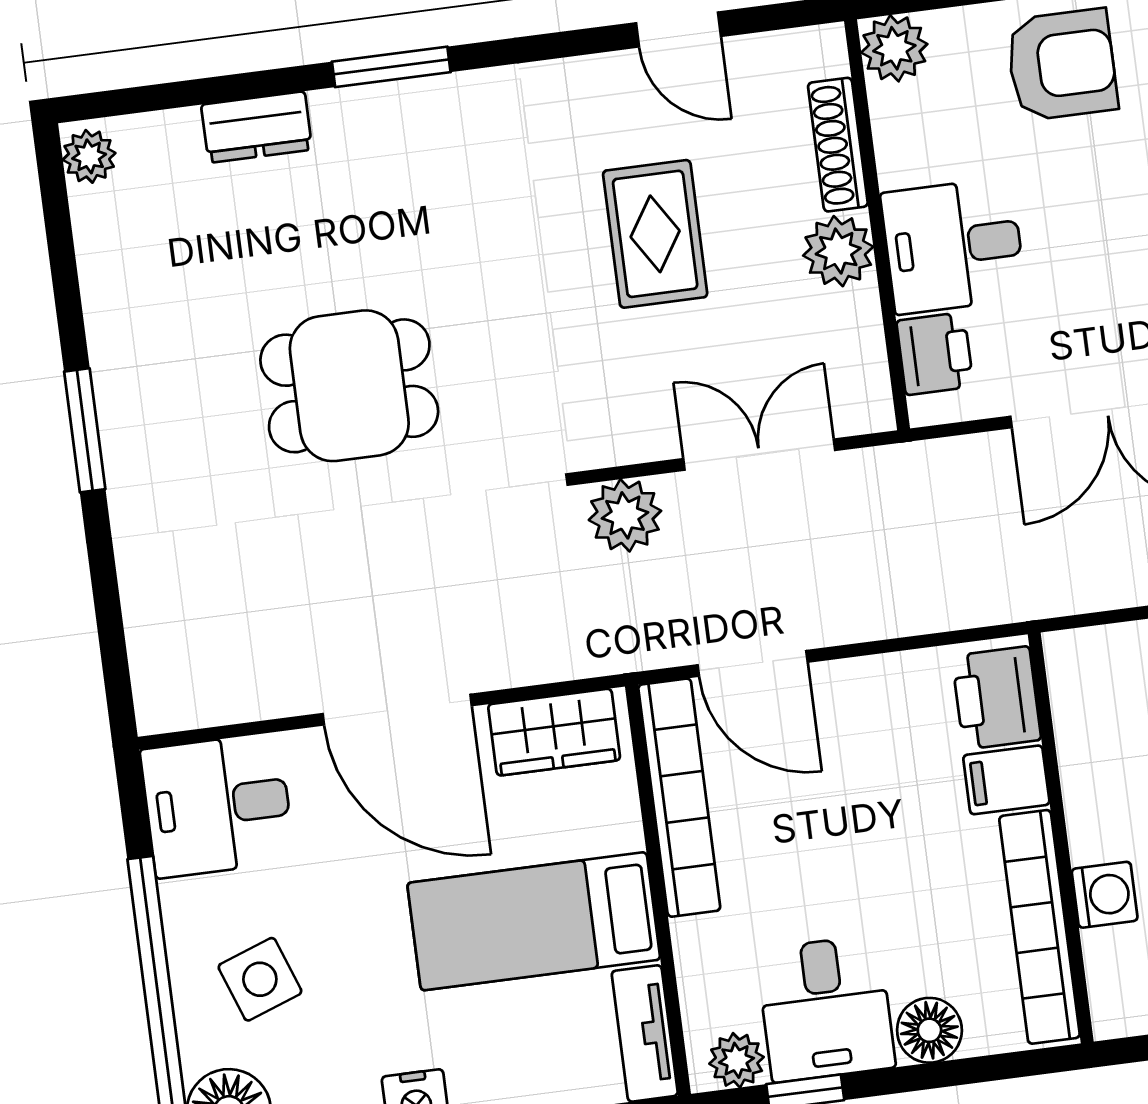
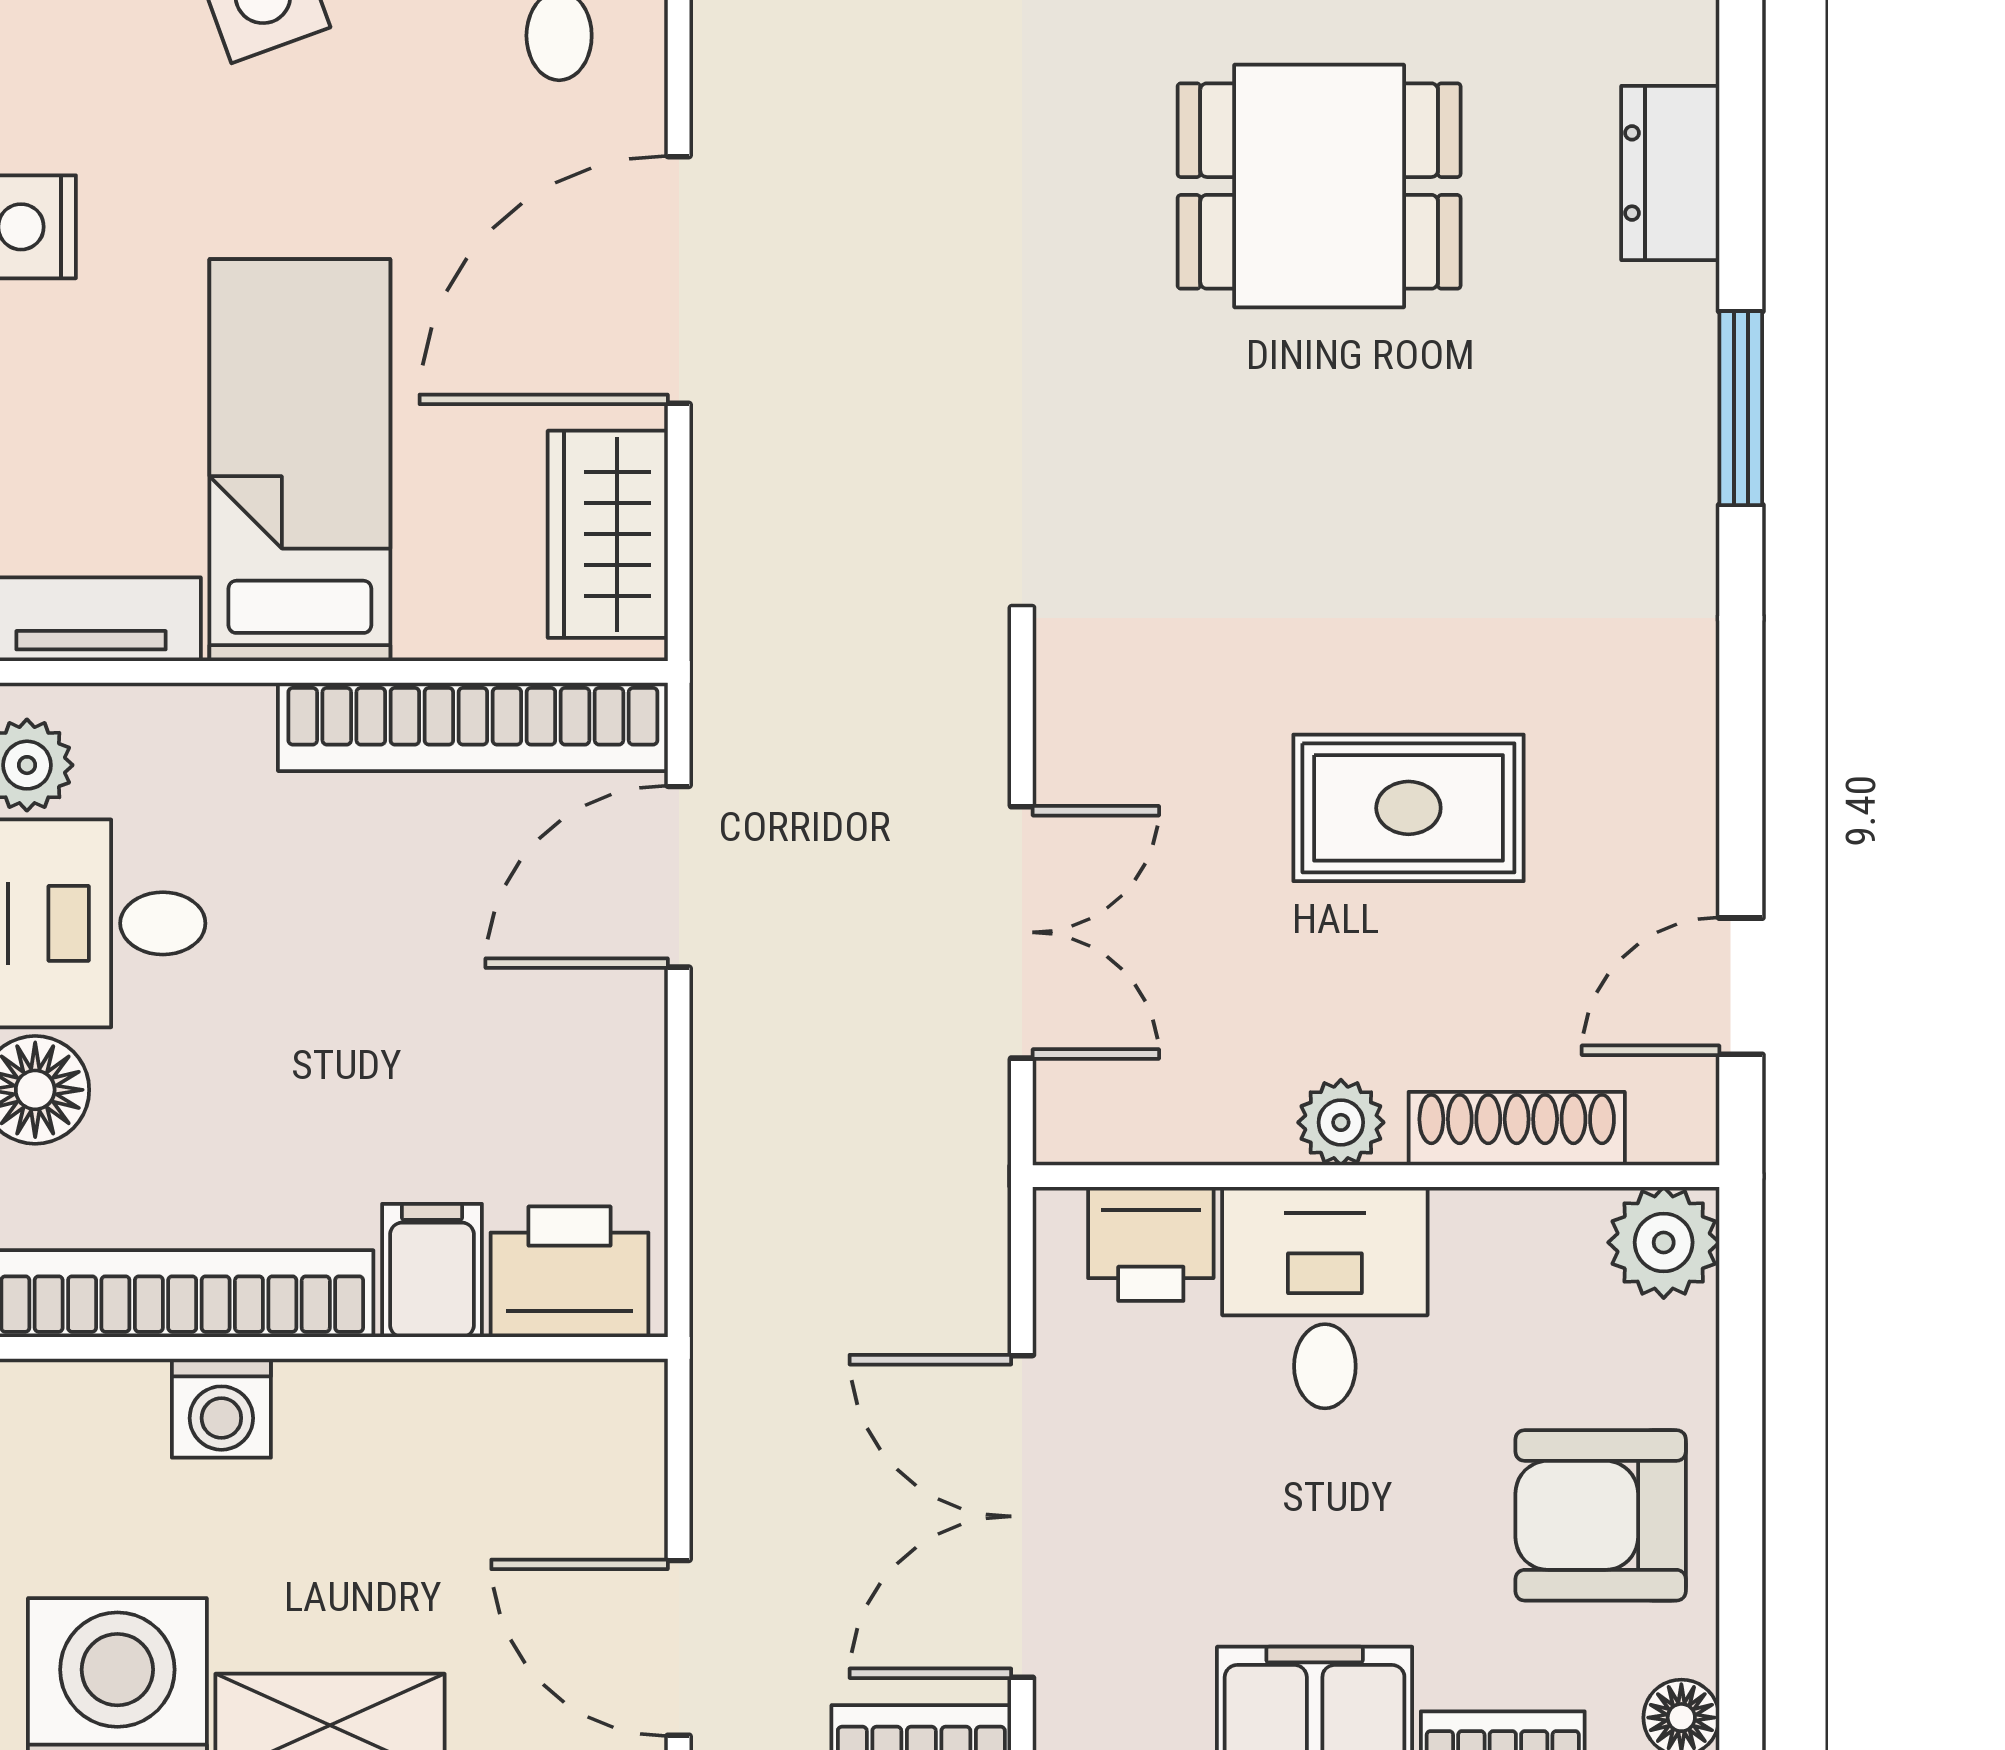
door: (678, 30) -> (1741, 986), moved
armchair: (1062, 65) -> (1601, 1515), turned 90
plant: (838, 251) -> (1341, 1122), width x0.73, depth x0.73
dining table: (349, 386) -> (1319, 186), moved, turned 90
plant: (625, 515) -> (950, 698), removed

